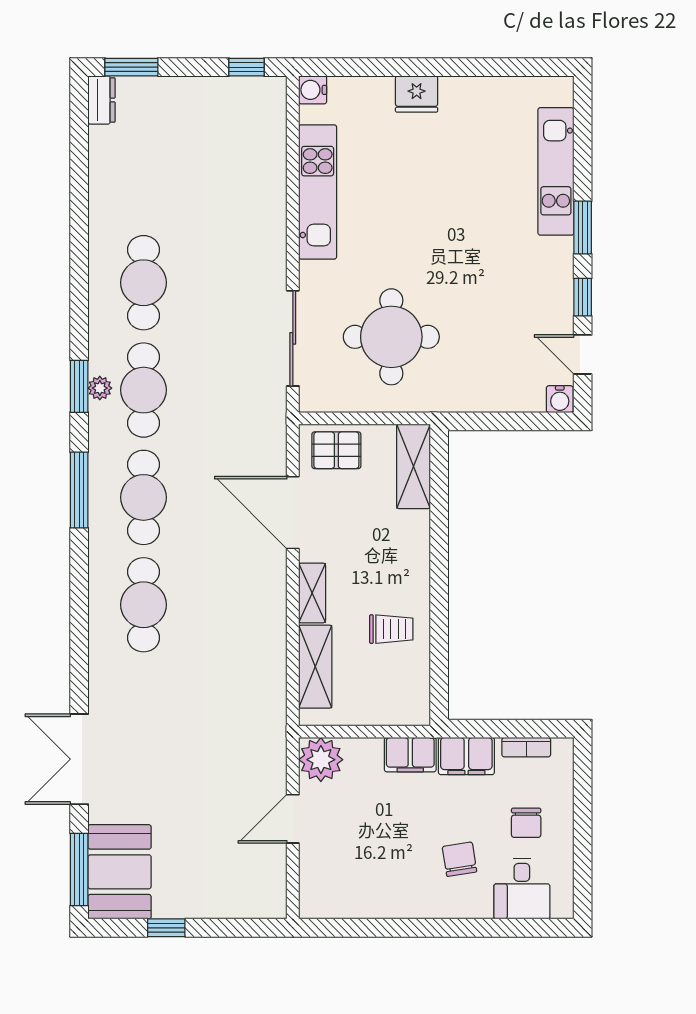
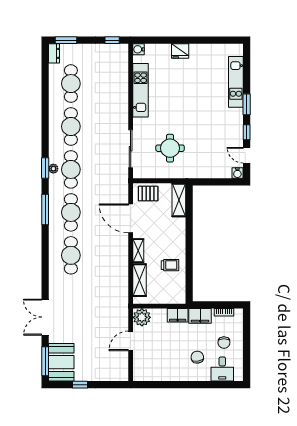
cafe table: (144, 175) -> (71, 84), added
round table: (391, 337) -> (170, 148), width x0.73, depth x0.73

